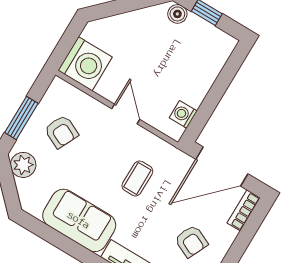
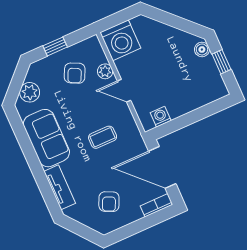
plant: (92, 108) -> (105, 71), added
door: (126, 114) -> (124, 91), swing flipped
window: (21, 118) -> (55, 46), width x0.67
plant: (23, 165) -> (30, 92), moved

